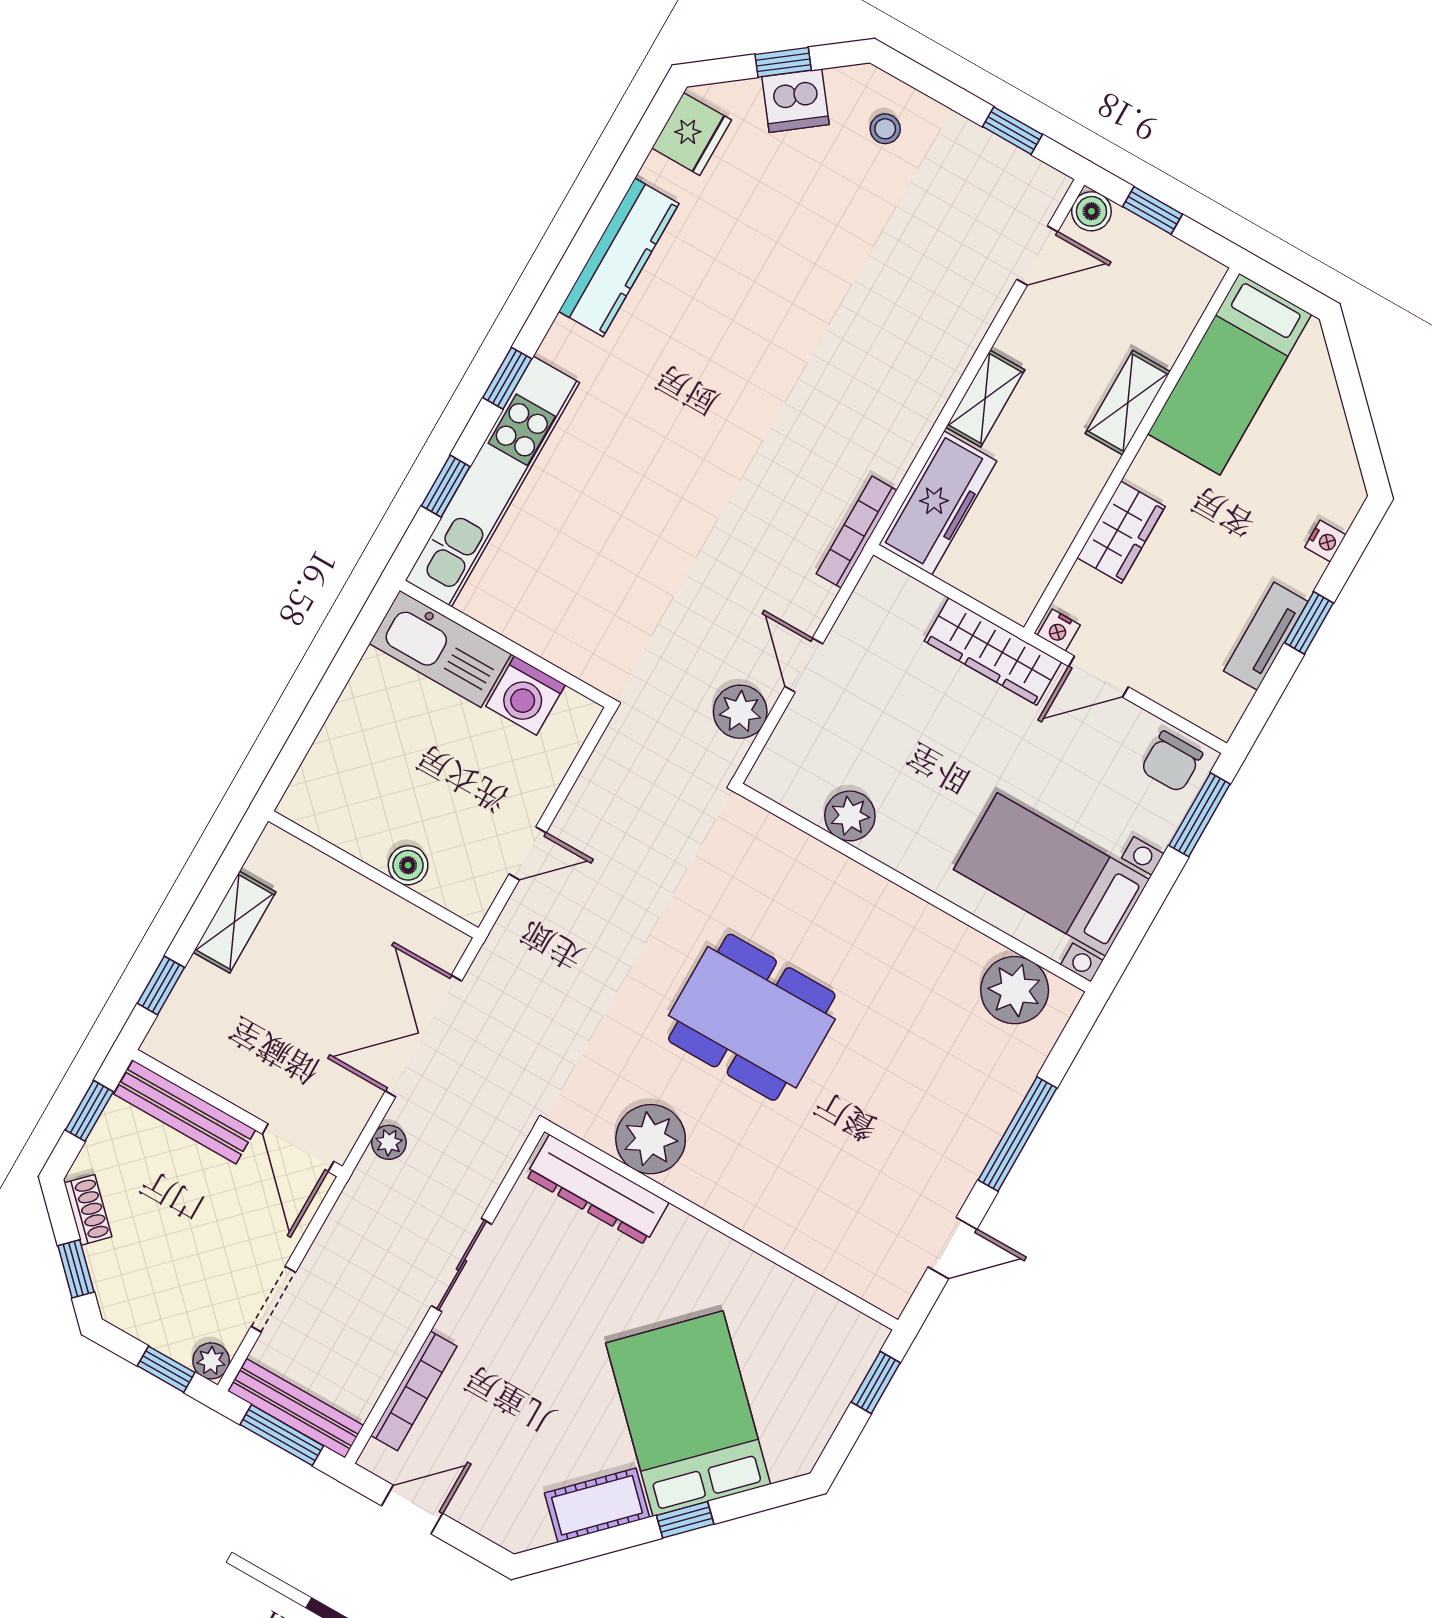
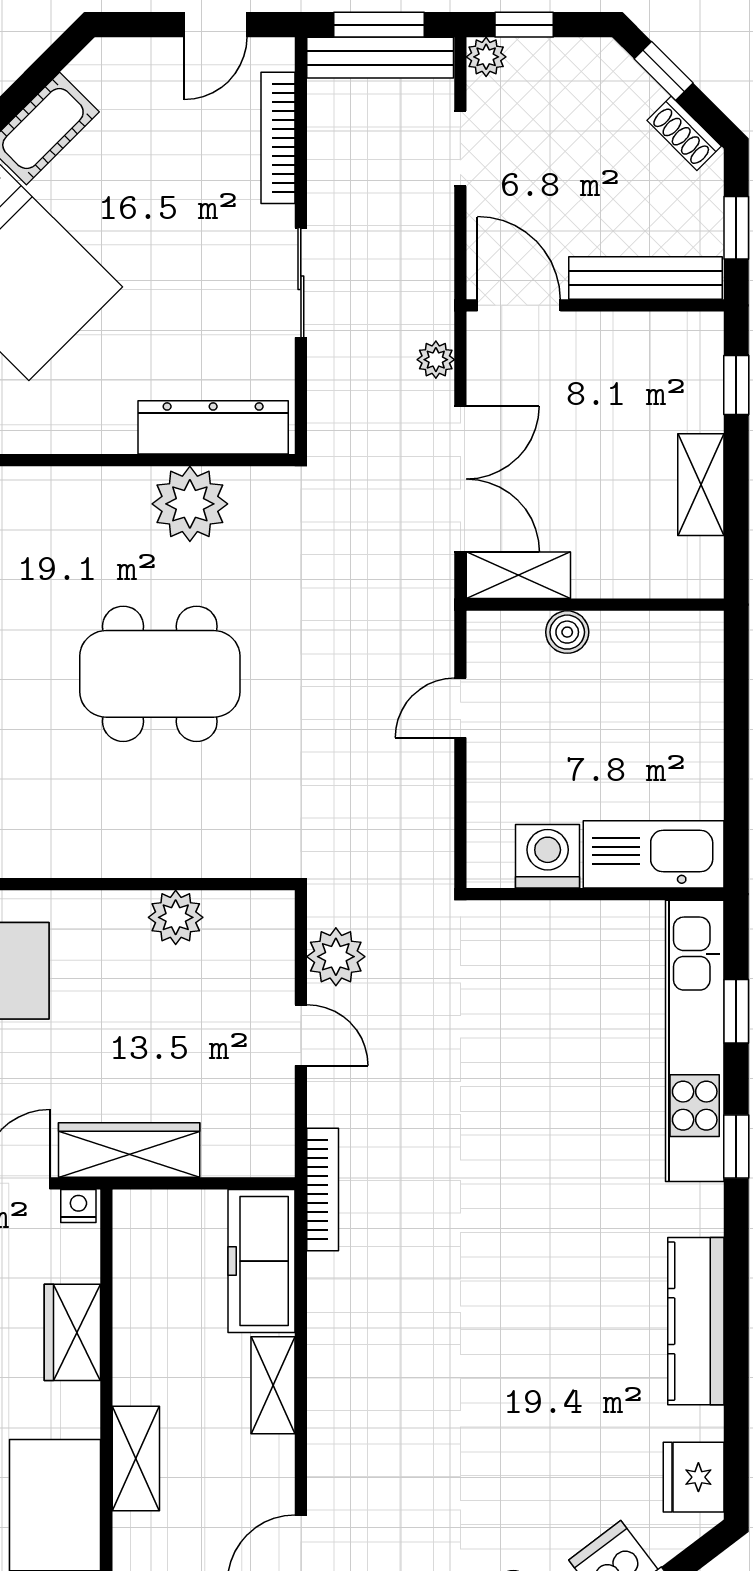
shelving: (421, 933) -> (518, 575), added

